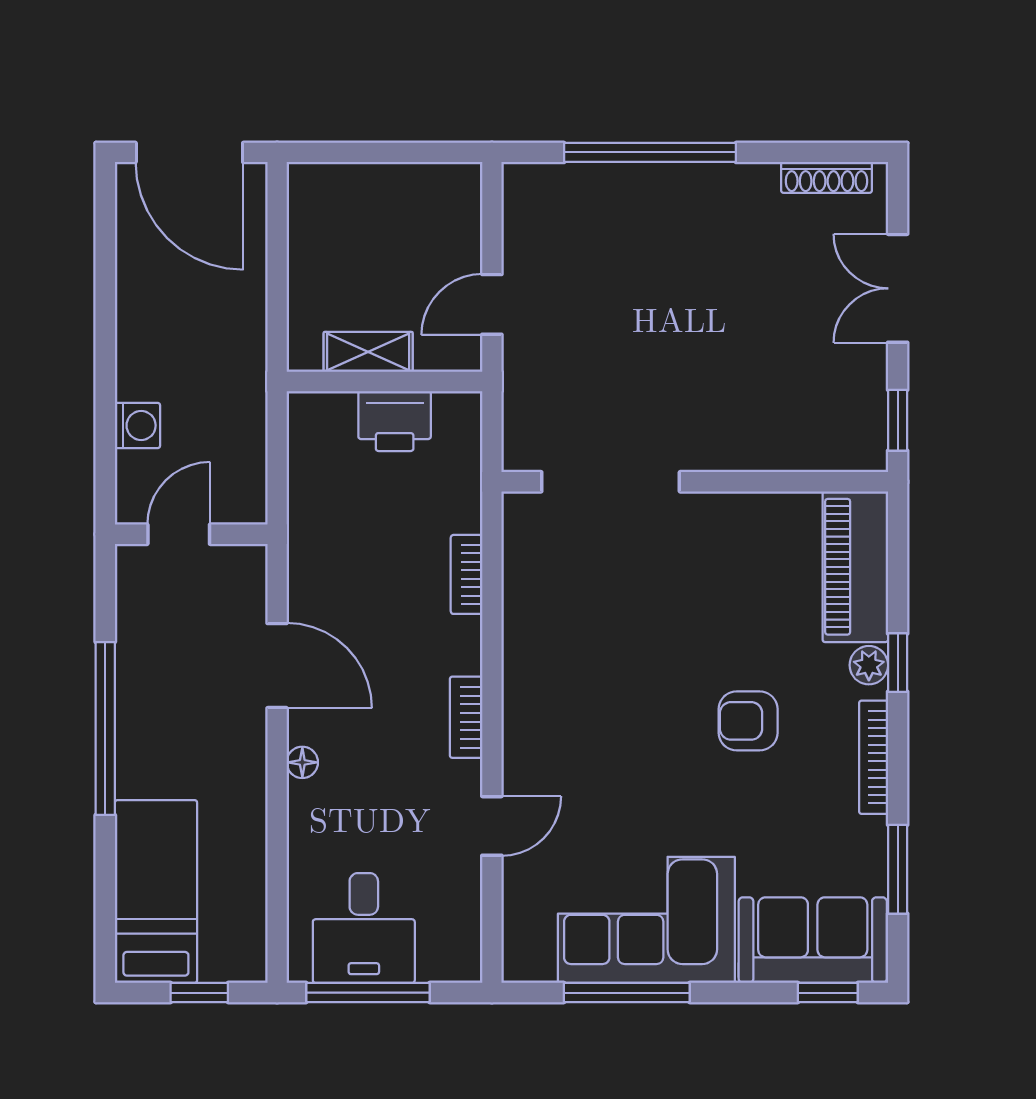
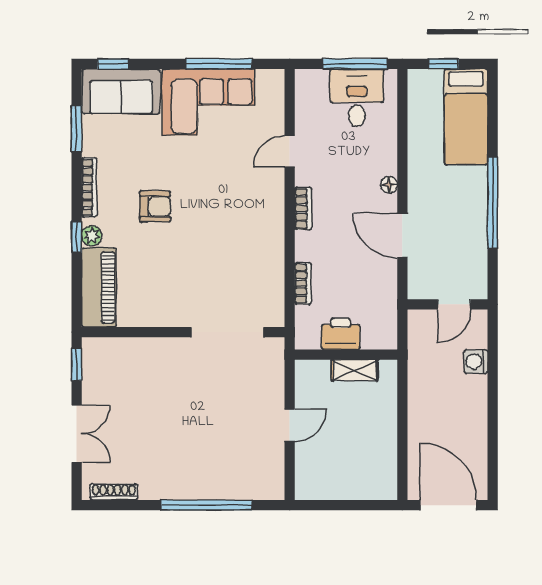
shelving: (368, 352) -> (355, 370), moved
wall: (384, 382) -> (346, 355), moved
printer: (395, 421) -> (341, 334), moved

